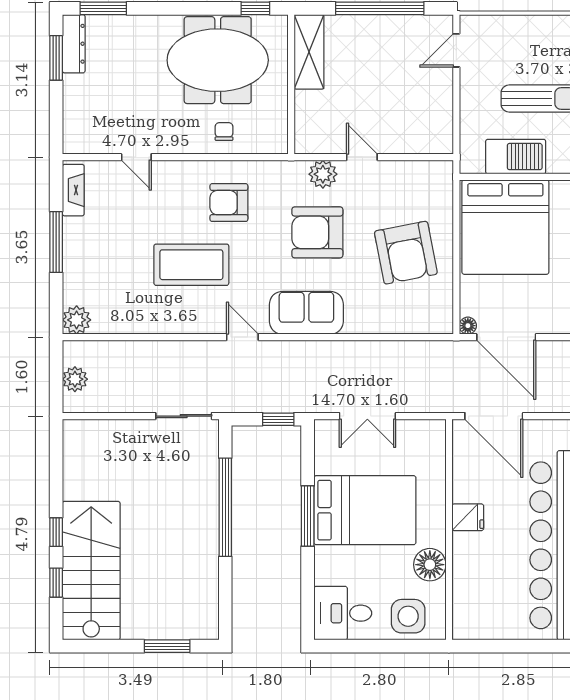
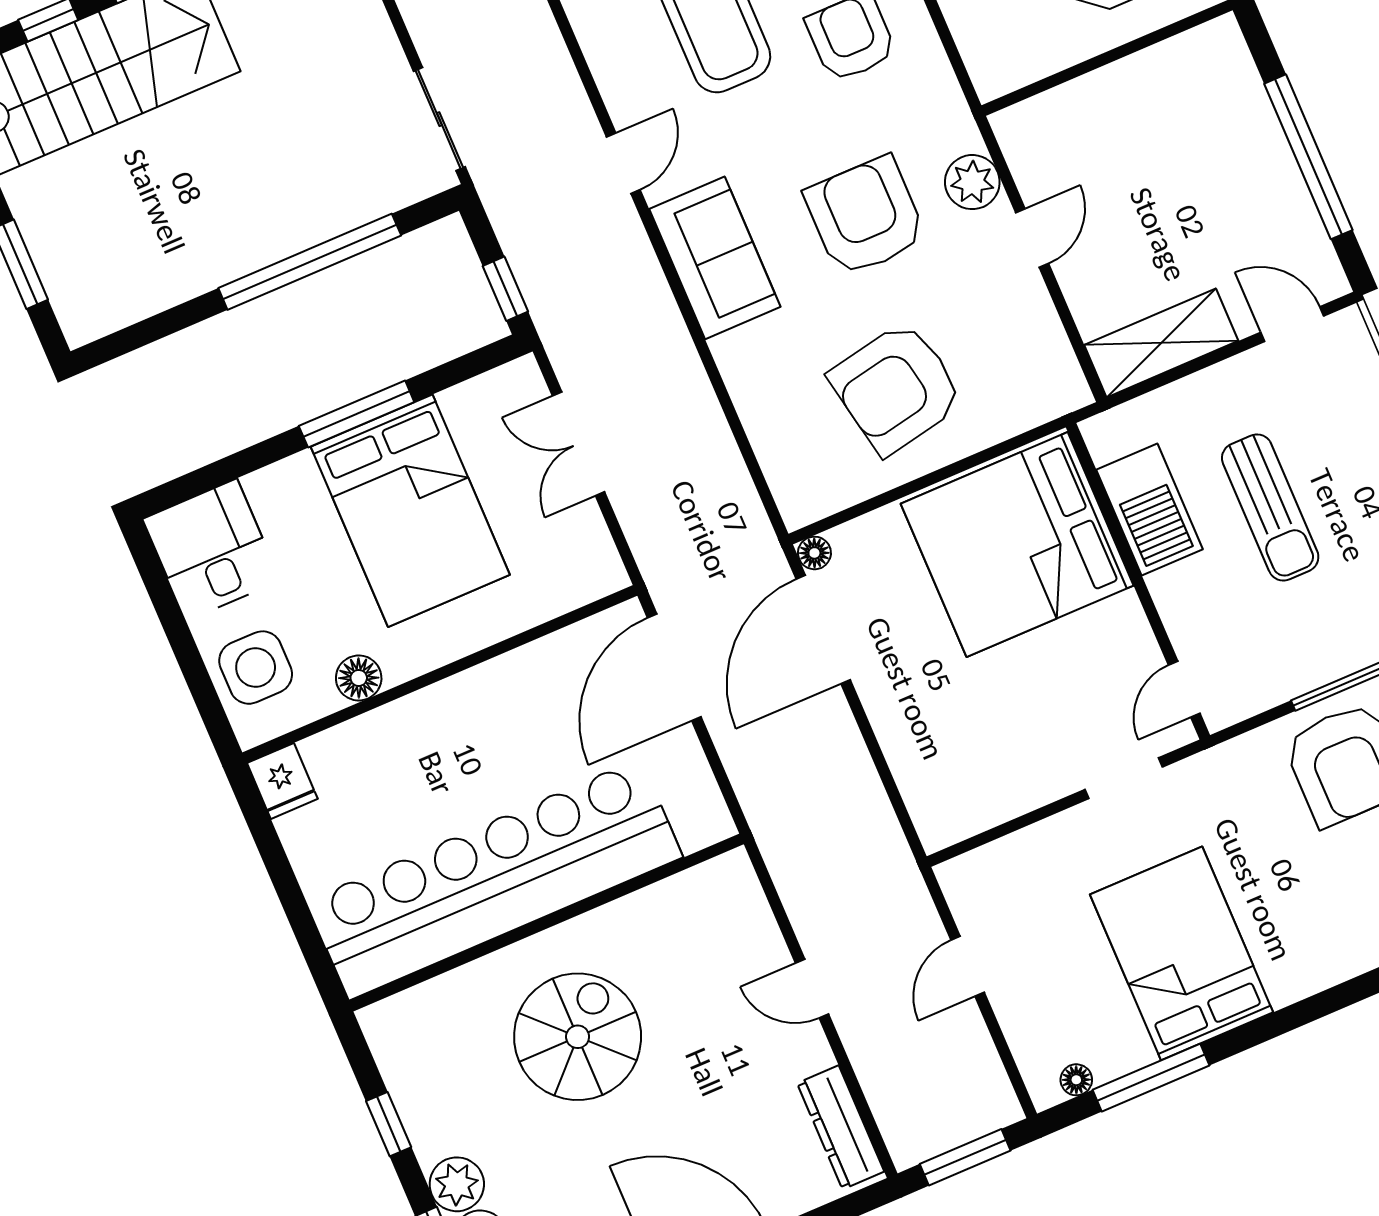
shelving: (309, 52) -> (1161, 343), moved
fridge: (468, 517) -> (282, 781), moved
floor lamp: (430, 565) -> (359, 678), width x0.73, depth x0.73

